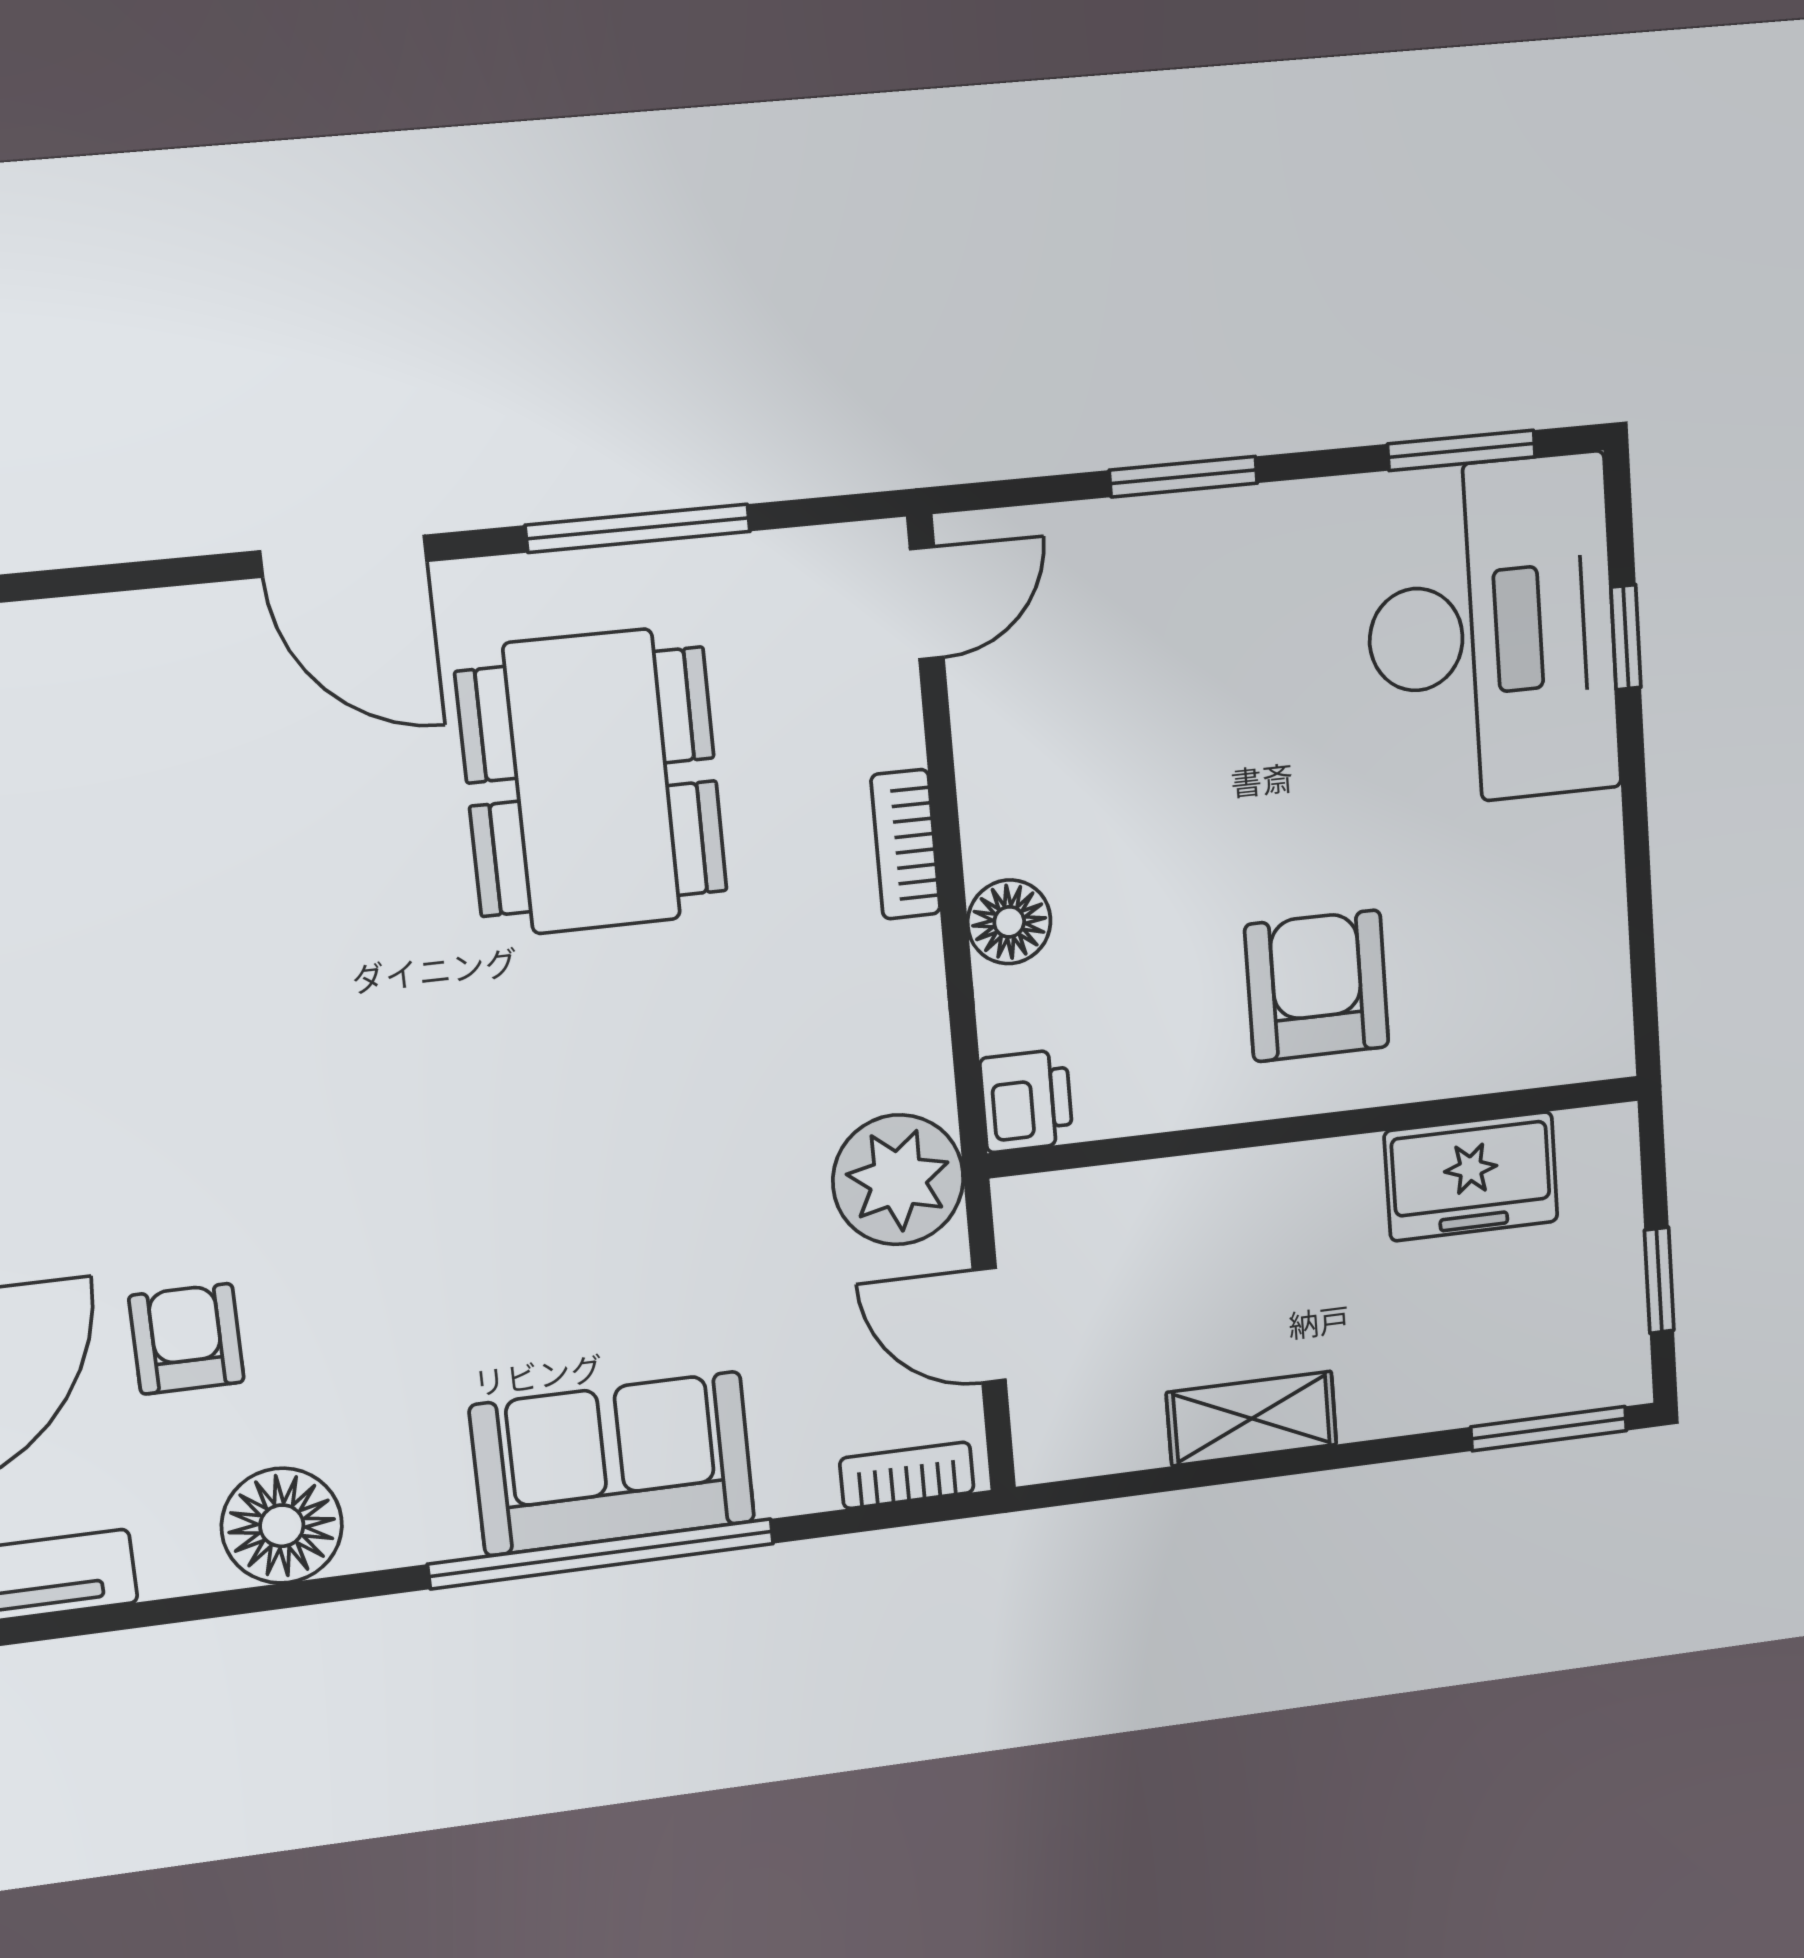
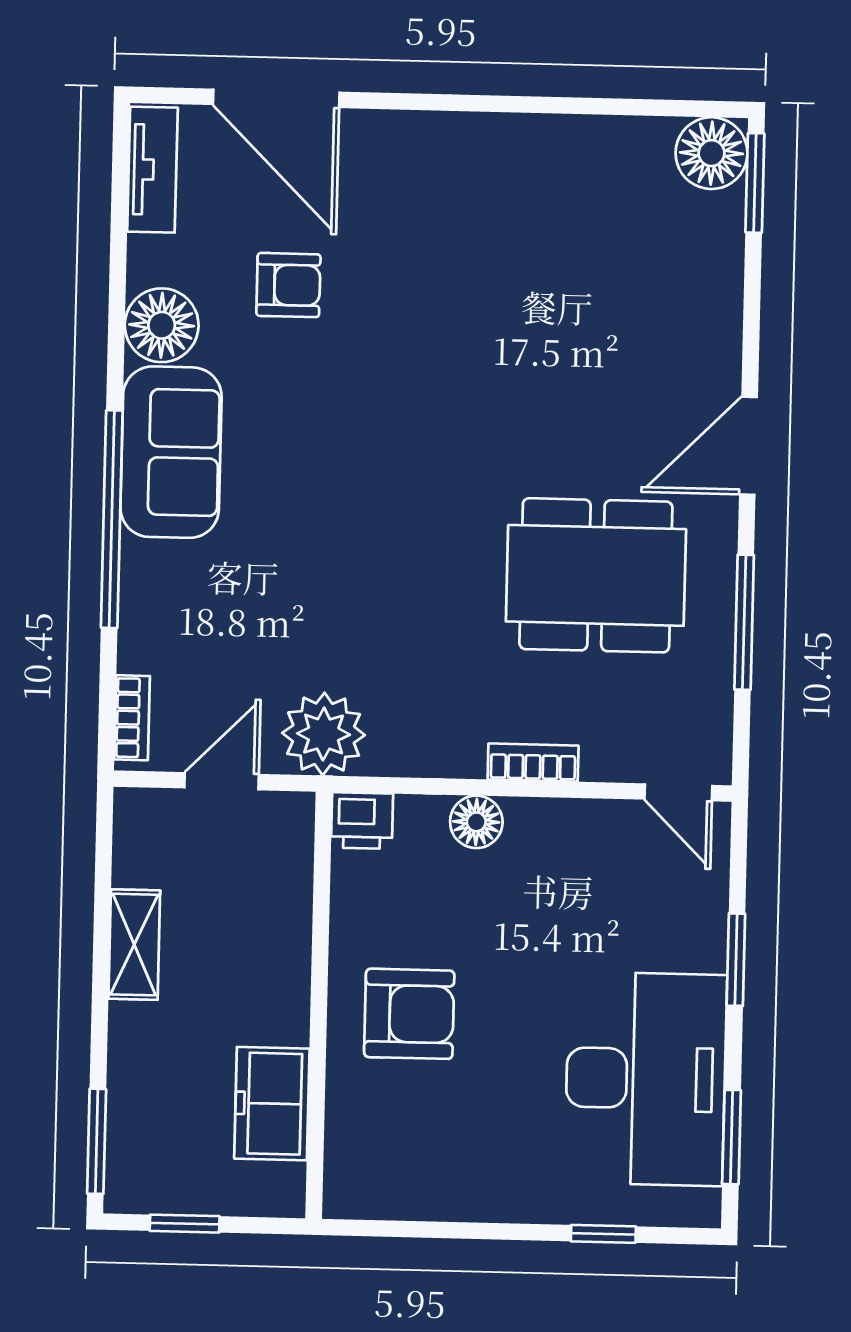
desk: (1492, 632) -> (646, 1079), moved, turned -90
sofa: (613, 1464) -> (171, 452), moved

